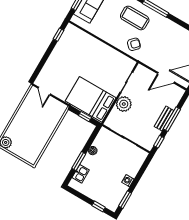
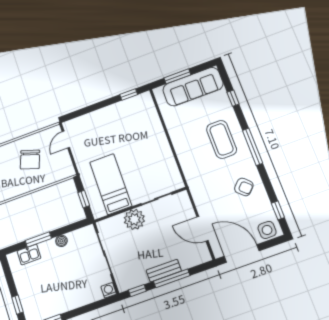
armchair: (134, 44) -> (244, 187), moved
bed: (91, 99) -> (111, 184), width x0.67
chair: (33, 120) -> (30, 160), added
washing machine: (128, 181) -> (109, 290), moved

